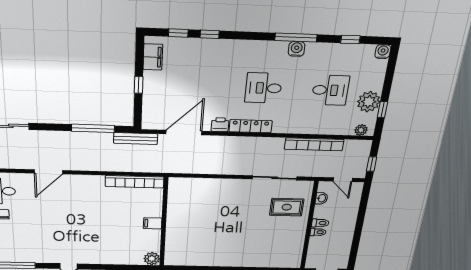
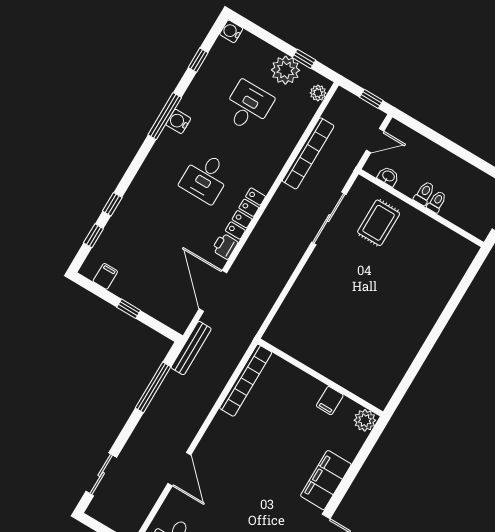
filing cabinet: (153, 57) -> (105, 276), width x0.50
filing cabinet: (153, 223) -> (330, 401), moved
filing cabinet: (100, 256) -> (326, 480), added

